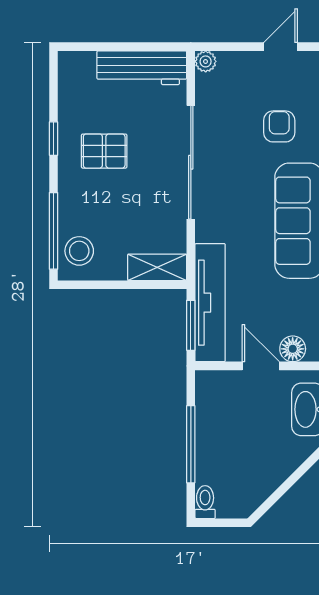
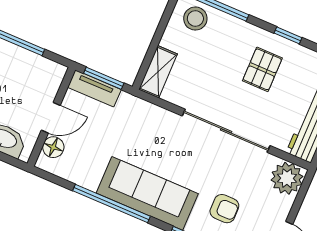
plant: (206, 61) -> (287, 178), width x1.88, depth x1.88
tv unit: (210, 303) -> (94, 88), width x0.52, depth x0.78

